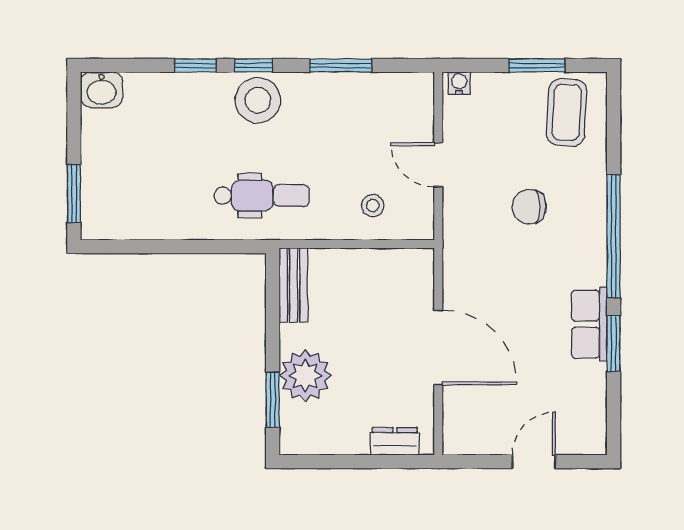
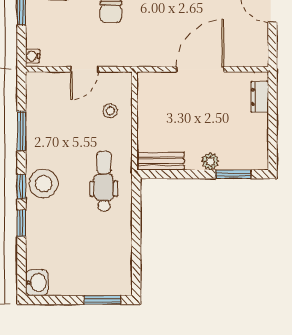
plant: (305, 376) -> (210, 161), width x0.53, depth x0.53

